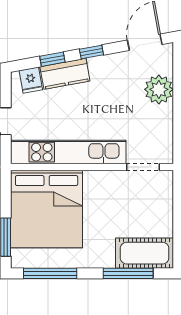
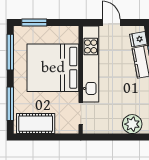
bed: (47, 209) -> (53, 68), moved
cot: (145, 253) -> (36, 124), moved, turned 90

